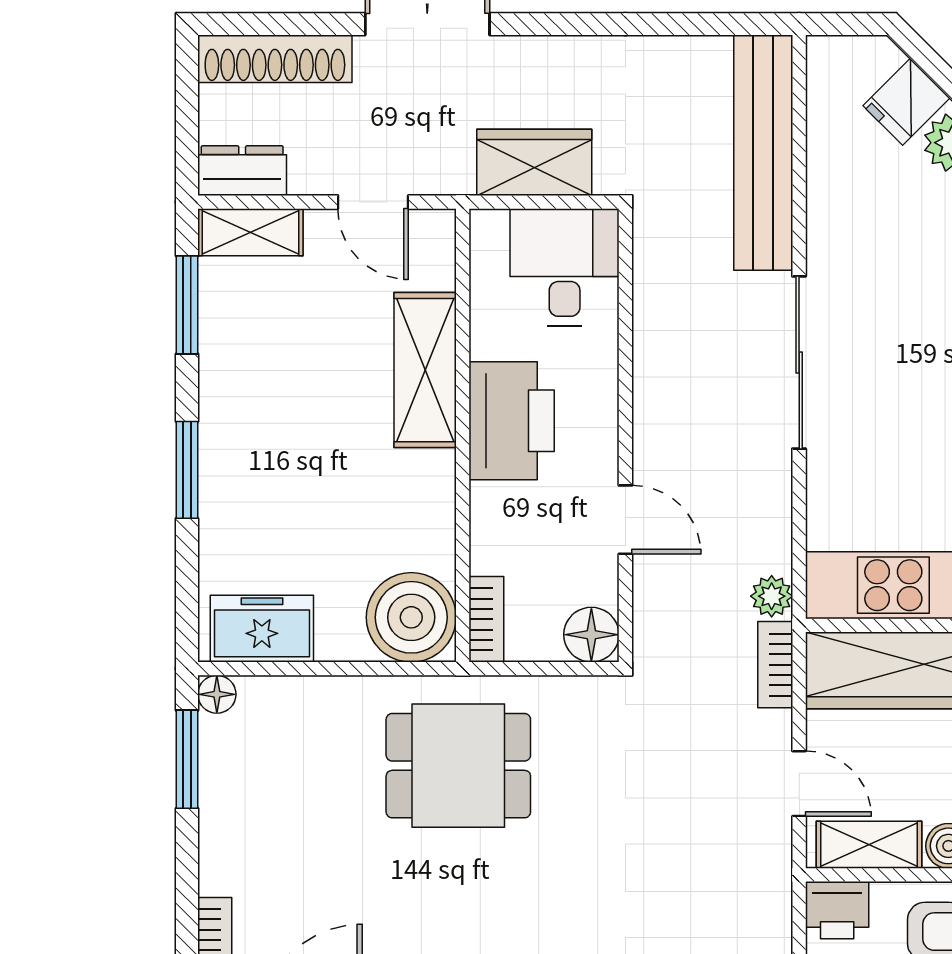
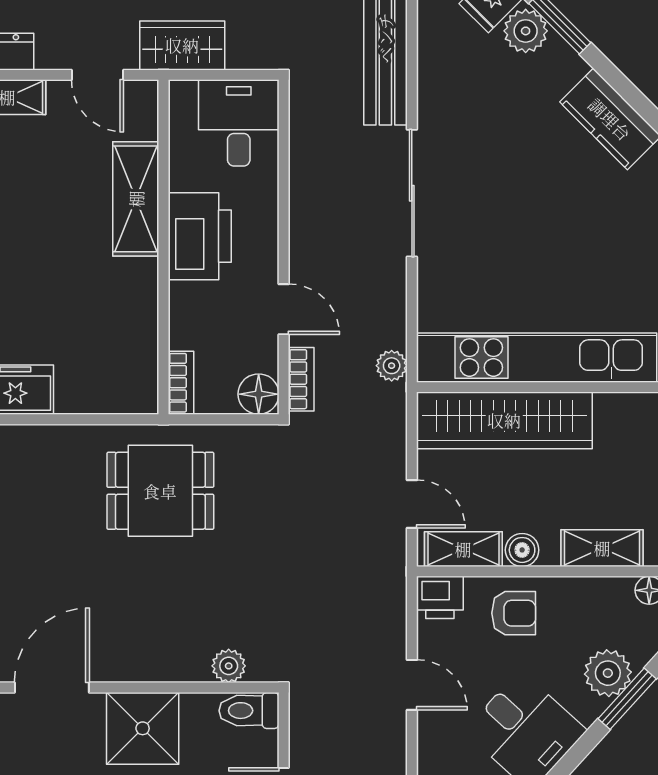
wardrobe: (534, 162) -> (182, 45), moved
boiler: (411, 617) -> (126, 381), removed
bookcase: (775, 665) -> (301, 379), moved, turned 180

